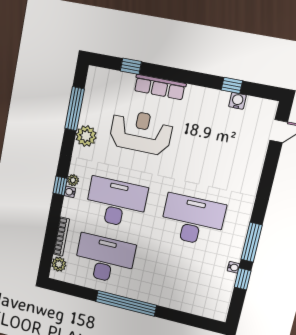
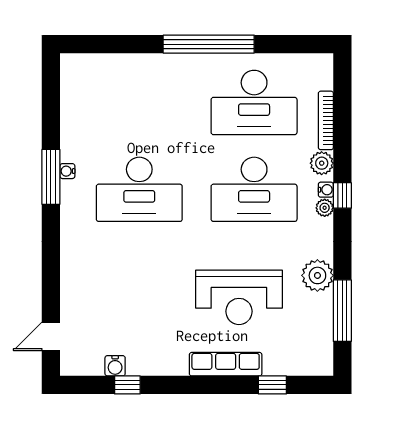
plant: (59, 264) -> (322, 163), moved
water cooler: (233, 267) -> (67, 171), moved
window: (243, 279) -> (51, 122), removed

